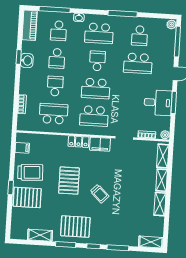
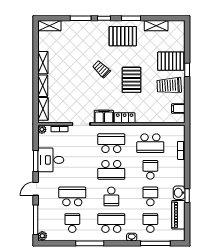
piano: (30, 25) -> (178, 215), moved
school desk: (55, 86) -> (150, 170), turned 180
school desk: (96, 88) -> (111, 170), turned 180

